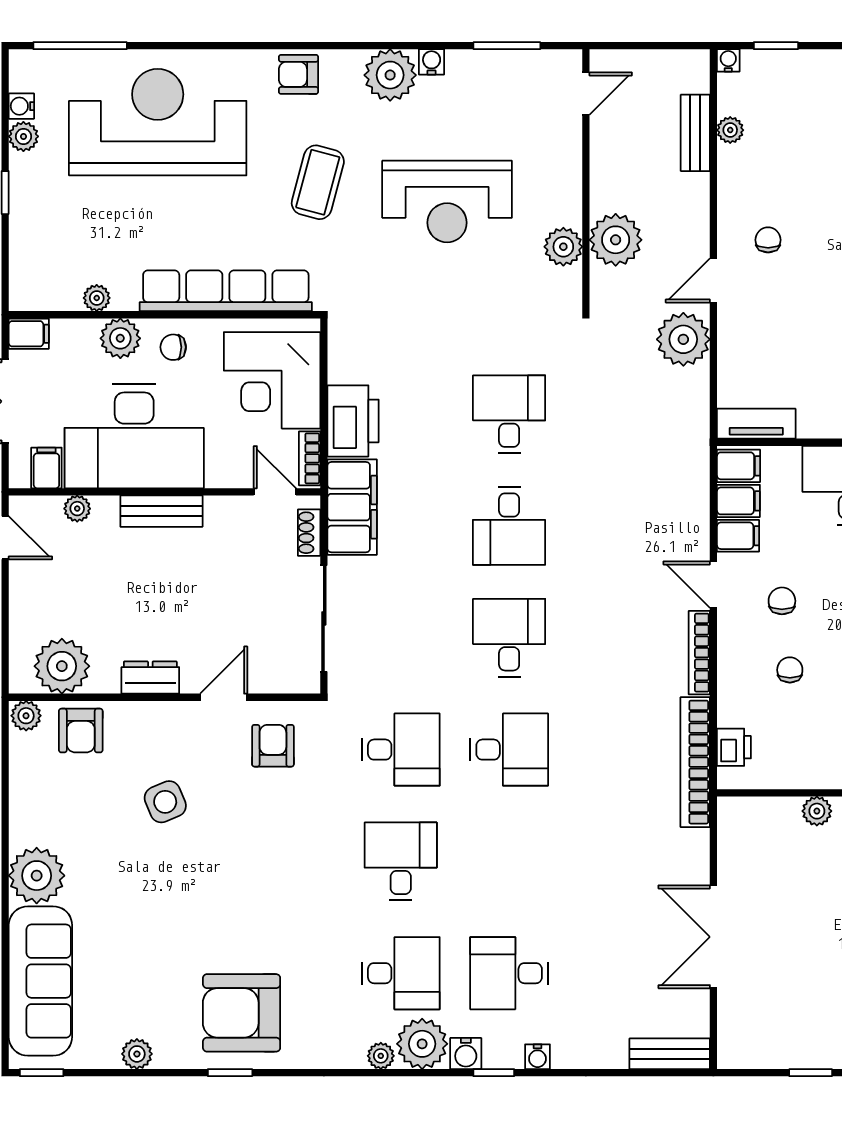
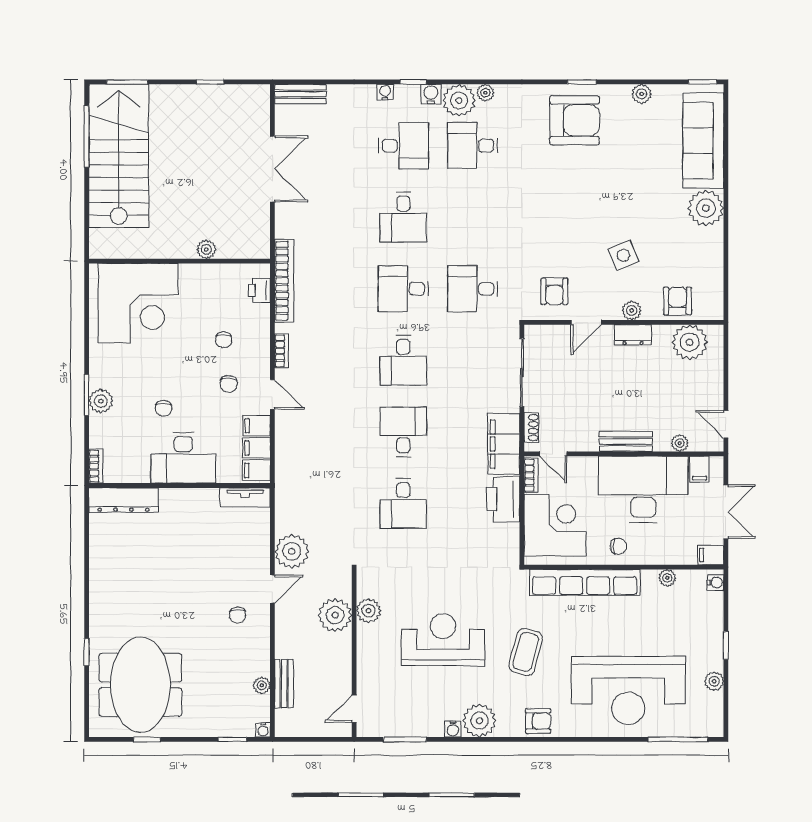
water cooler: (21, 106) -> (716, 583), moved
plant: (120, 338) -> (652, 552), removed
bookcase: (699, 653) -> (282, 351), width x0.64
plant: (26, 716) -> (632, 310), moved
desk: (401, 861) -> (403, 217), moved

